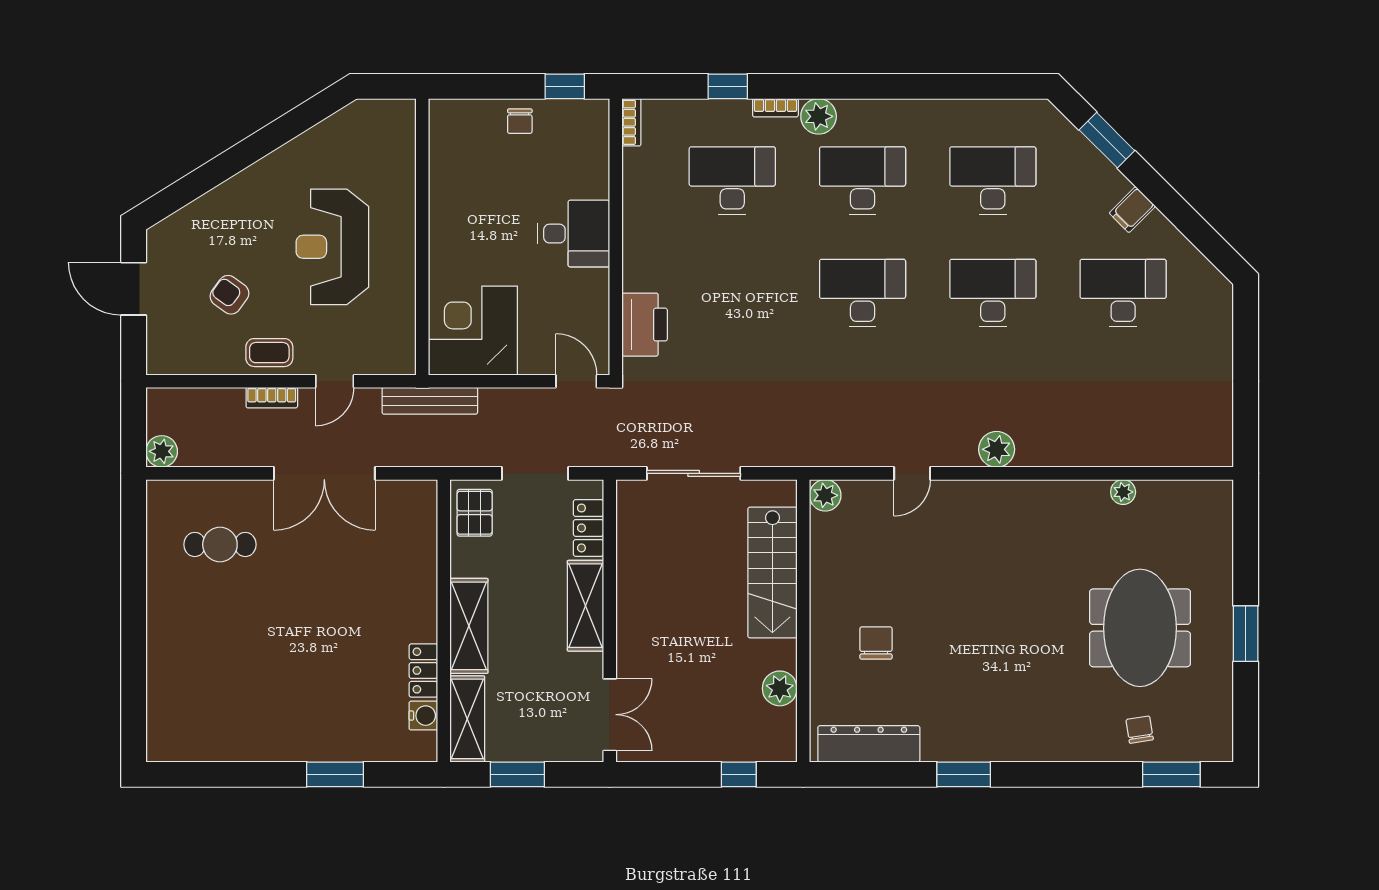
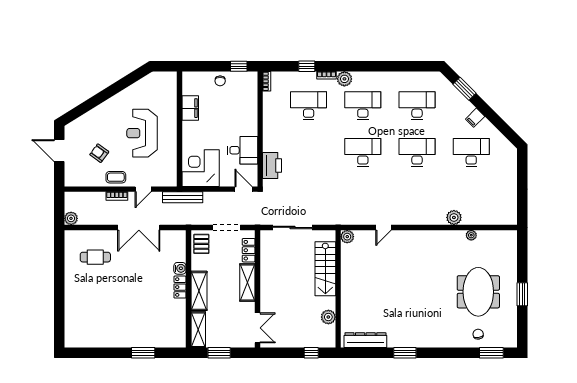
filing cabinet: (448, 186) -> (190, 108), added
desk: (574, 234) -> (243, 150), moved
plant: (997, 449) -> (454, 217), moved
chair: (876, 643) -> (368, 298), removed
locker: (423, 671) -> (180, 287), moved
water cooler: (423, 716) -> (180, 268), moved

